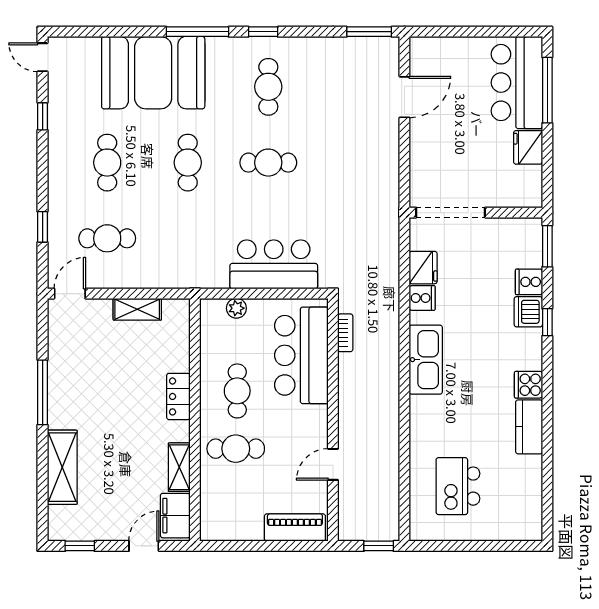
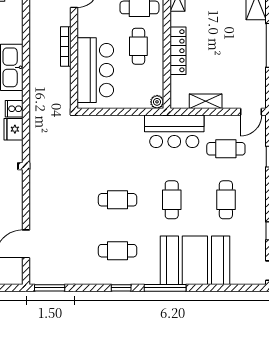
cafe table: (268, 87) -> (118, 251), turned 90
bar counter: (274, 264) -> (174, 131), moved
plant: (236, 308) -> (157, 102), moved
bookcase: (345, 333) -> (66, 46), moved, width x1.56
locker: (178, 396) -> (178, 51), width x1.53

